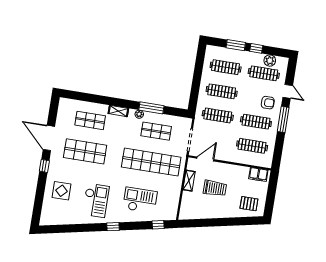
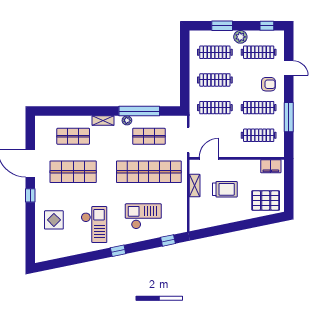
window: (256, 48) -> (267, 26), moved
plant: (270, 61) -> (240, 37), moved
window: (151, 108) -> (139, 111), width x1.46
window: (283, 119) -> (289, 117), moved
pallet: (249, 204) -> (266, 200), width x1.50, depth x1.42

